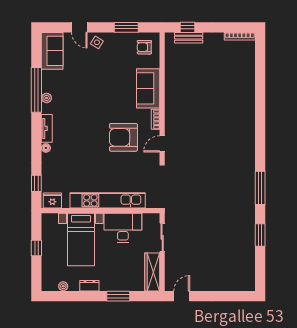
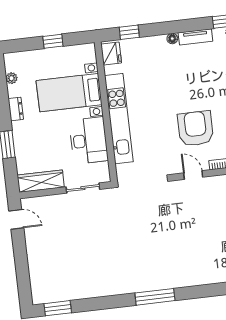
window: (260, 235) -> (58, 308), moved

